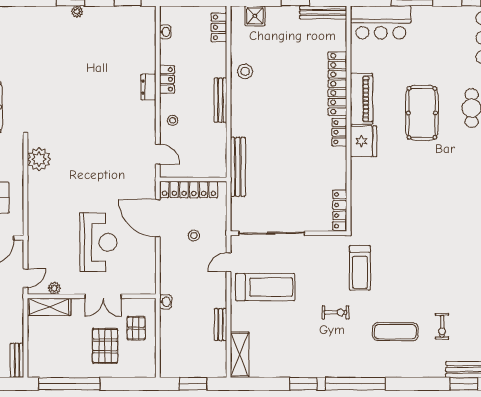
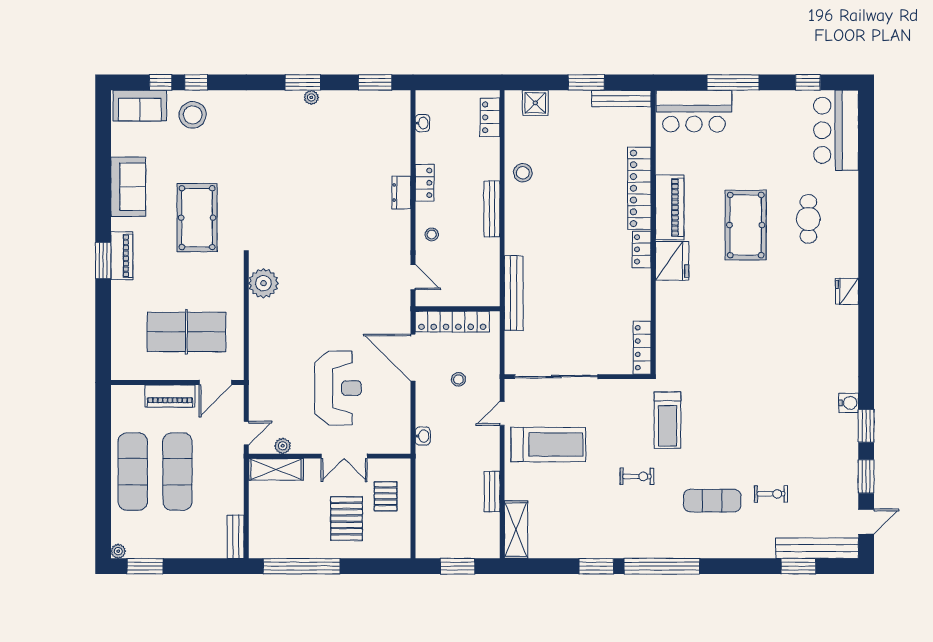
washbasin: (166, 302) -> (423, 436), moved
exercise bike: (442, 326) -> (771, 494), turned -90

